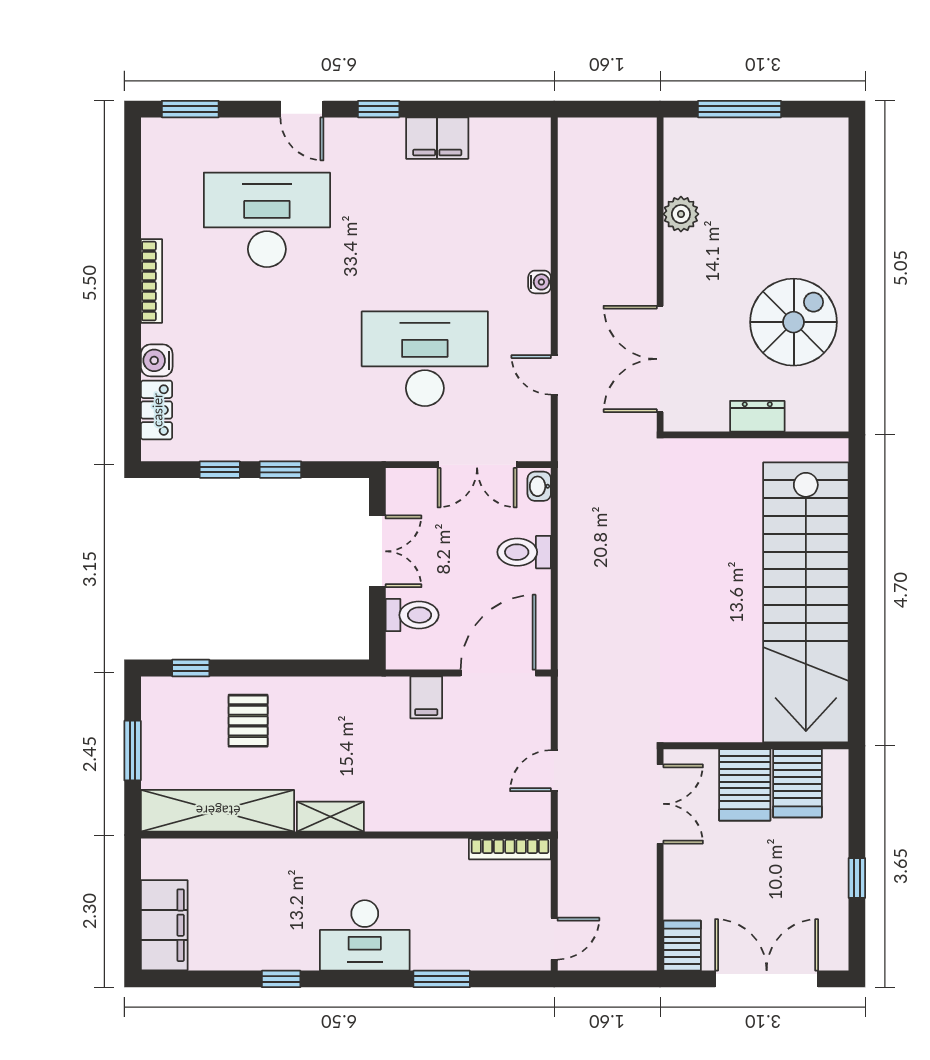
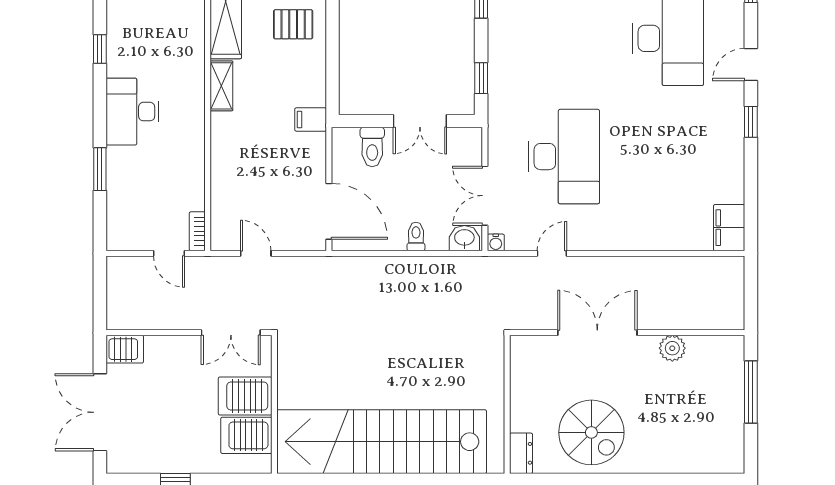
filing cabinet: (437, 138) -> (729, 228), moved
water cooler: (540, 282) -> (496, 242), moved
double door: (660, 359) -> (597, 333), moved
dresser: (757, 416) -> (521, 453), moved
window: (280, 470) -> (481, 78), moved
washbasin: (539, 486) -> (464, 238), width x1.38, depth x1.45
toilet: (524, 552) -> (416, 236), width x0.73, depth x0.72
filing cabinet: (426, 697) -> (311, 119), moved
bookcase: (510, 849) -> (197, 231), width x0.64
door: (554, 939) -> (169, 253), moved
double door: (767, 979) -> (100, 412), swing flipped

